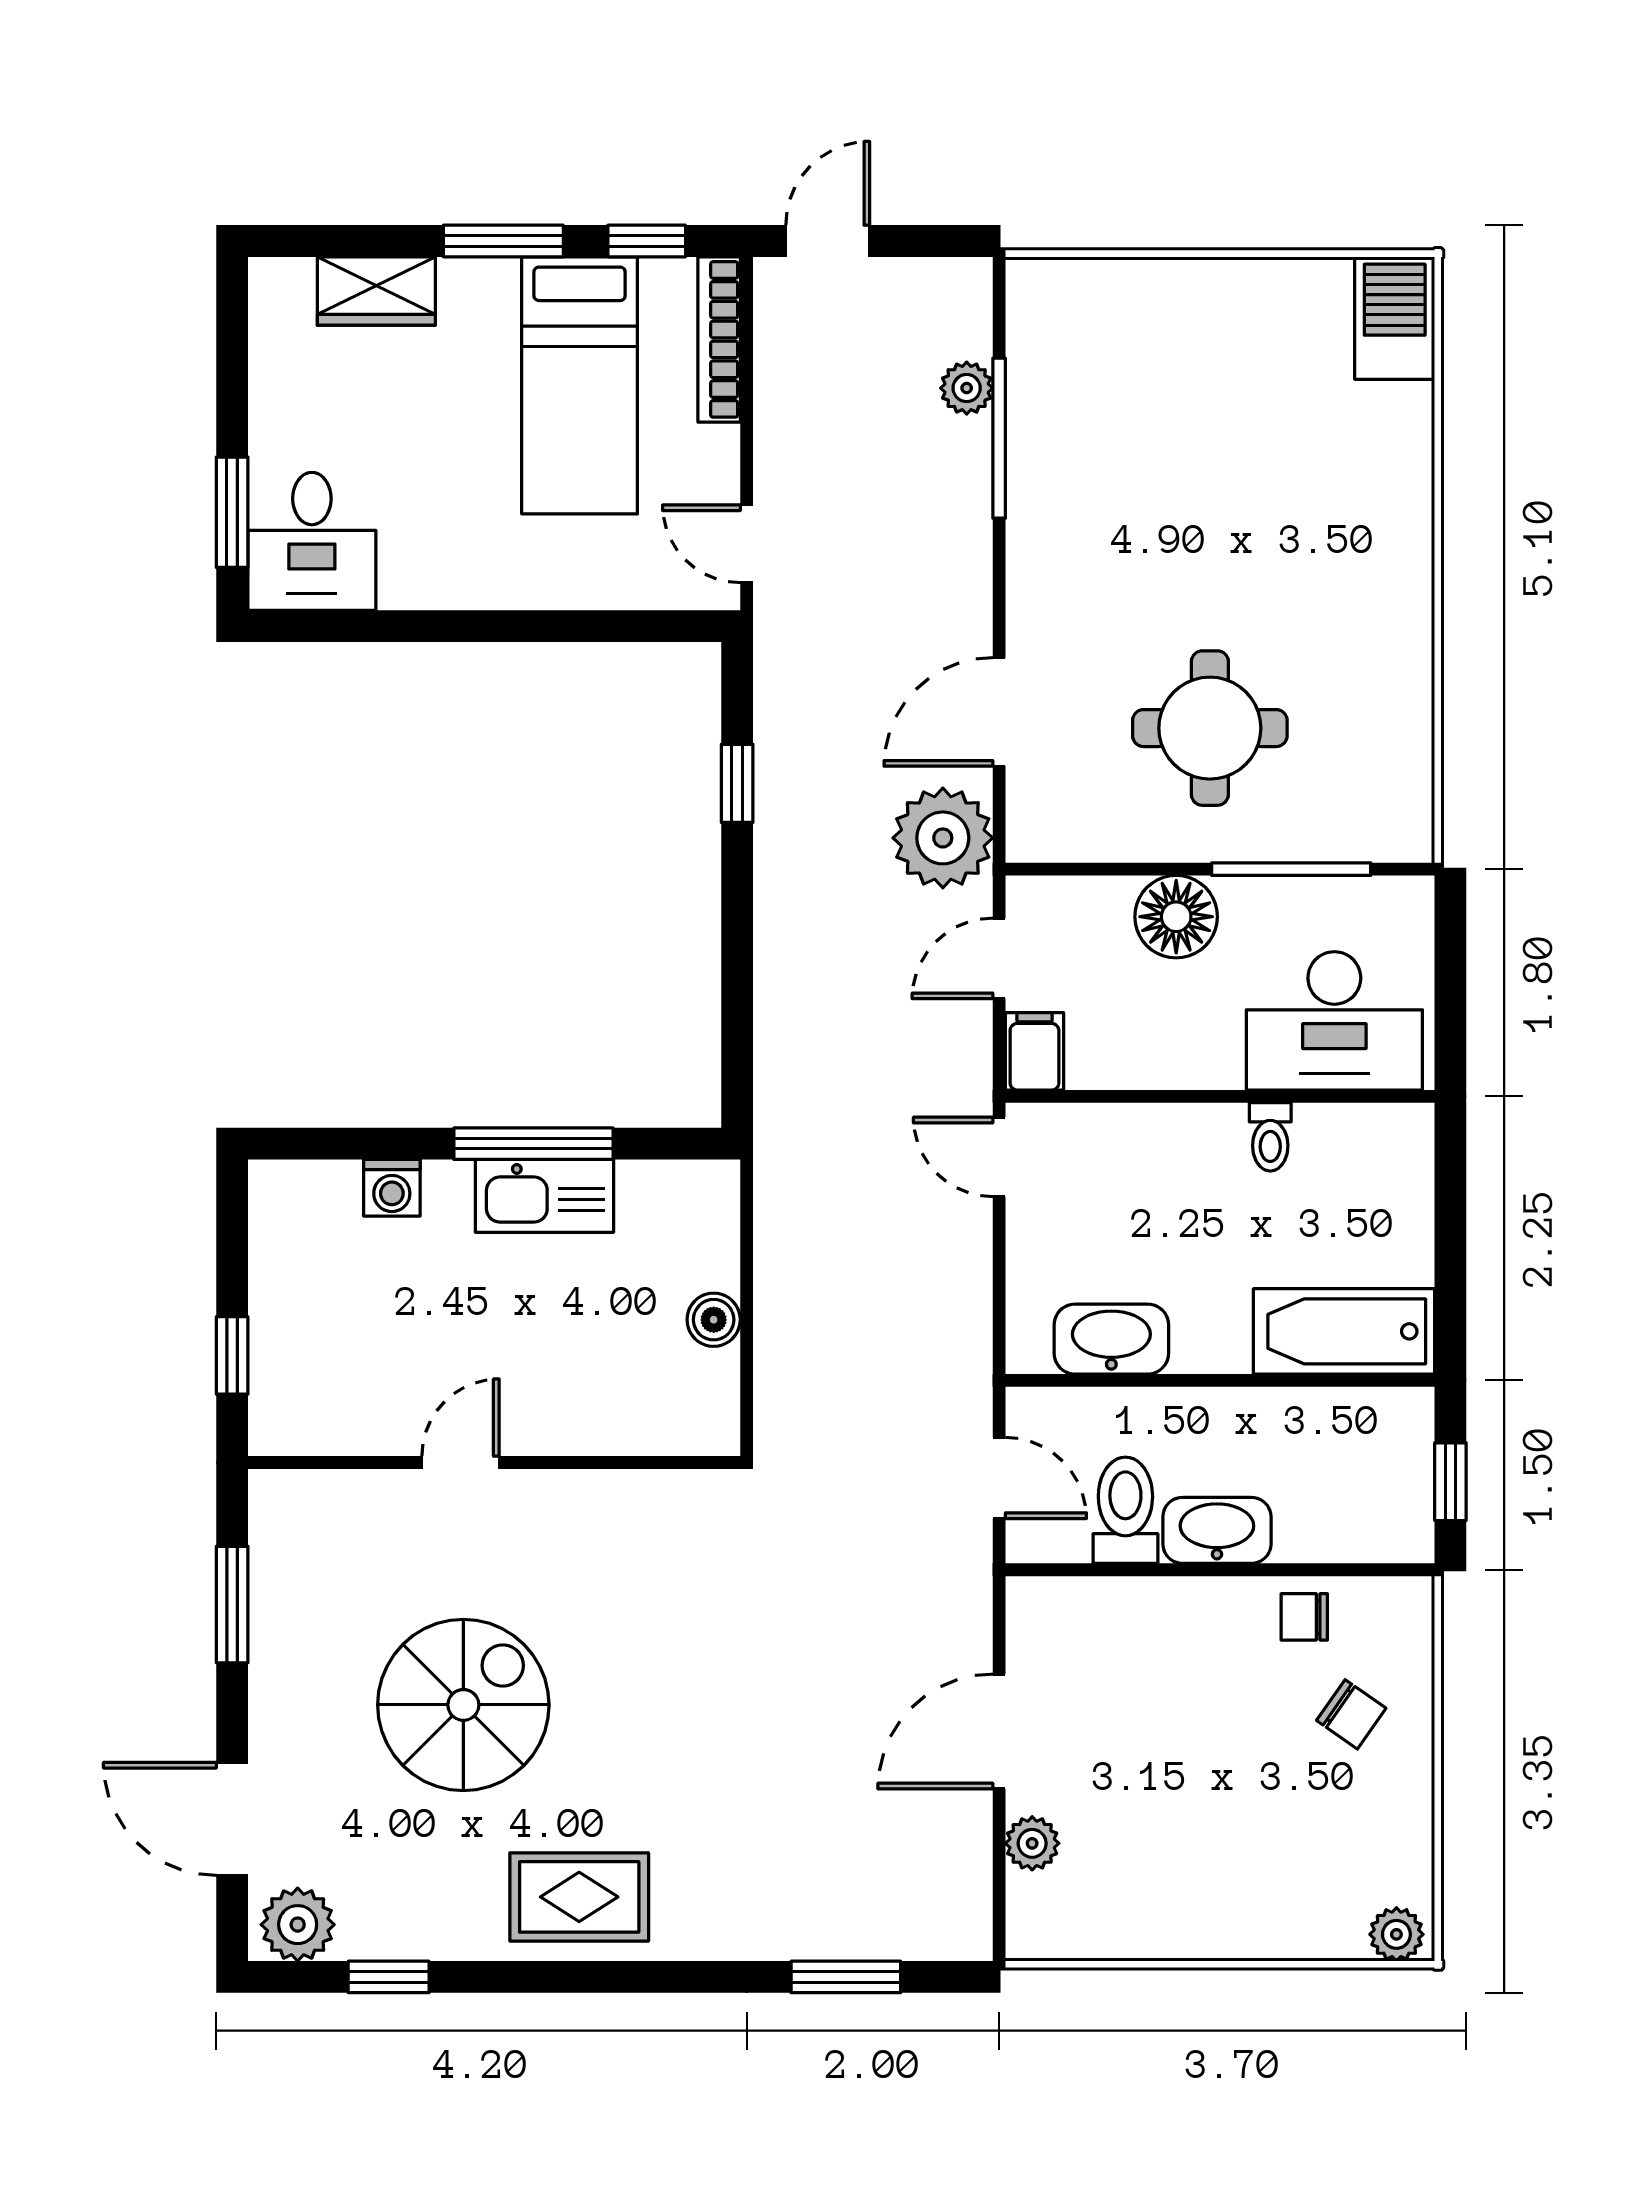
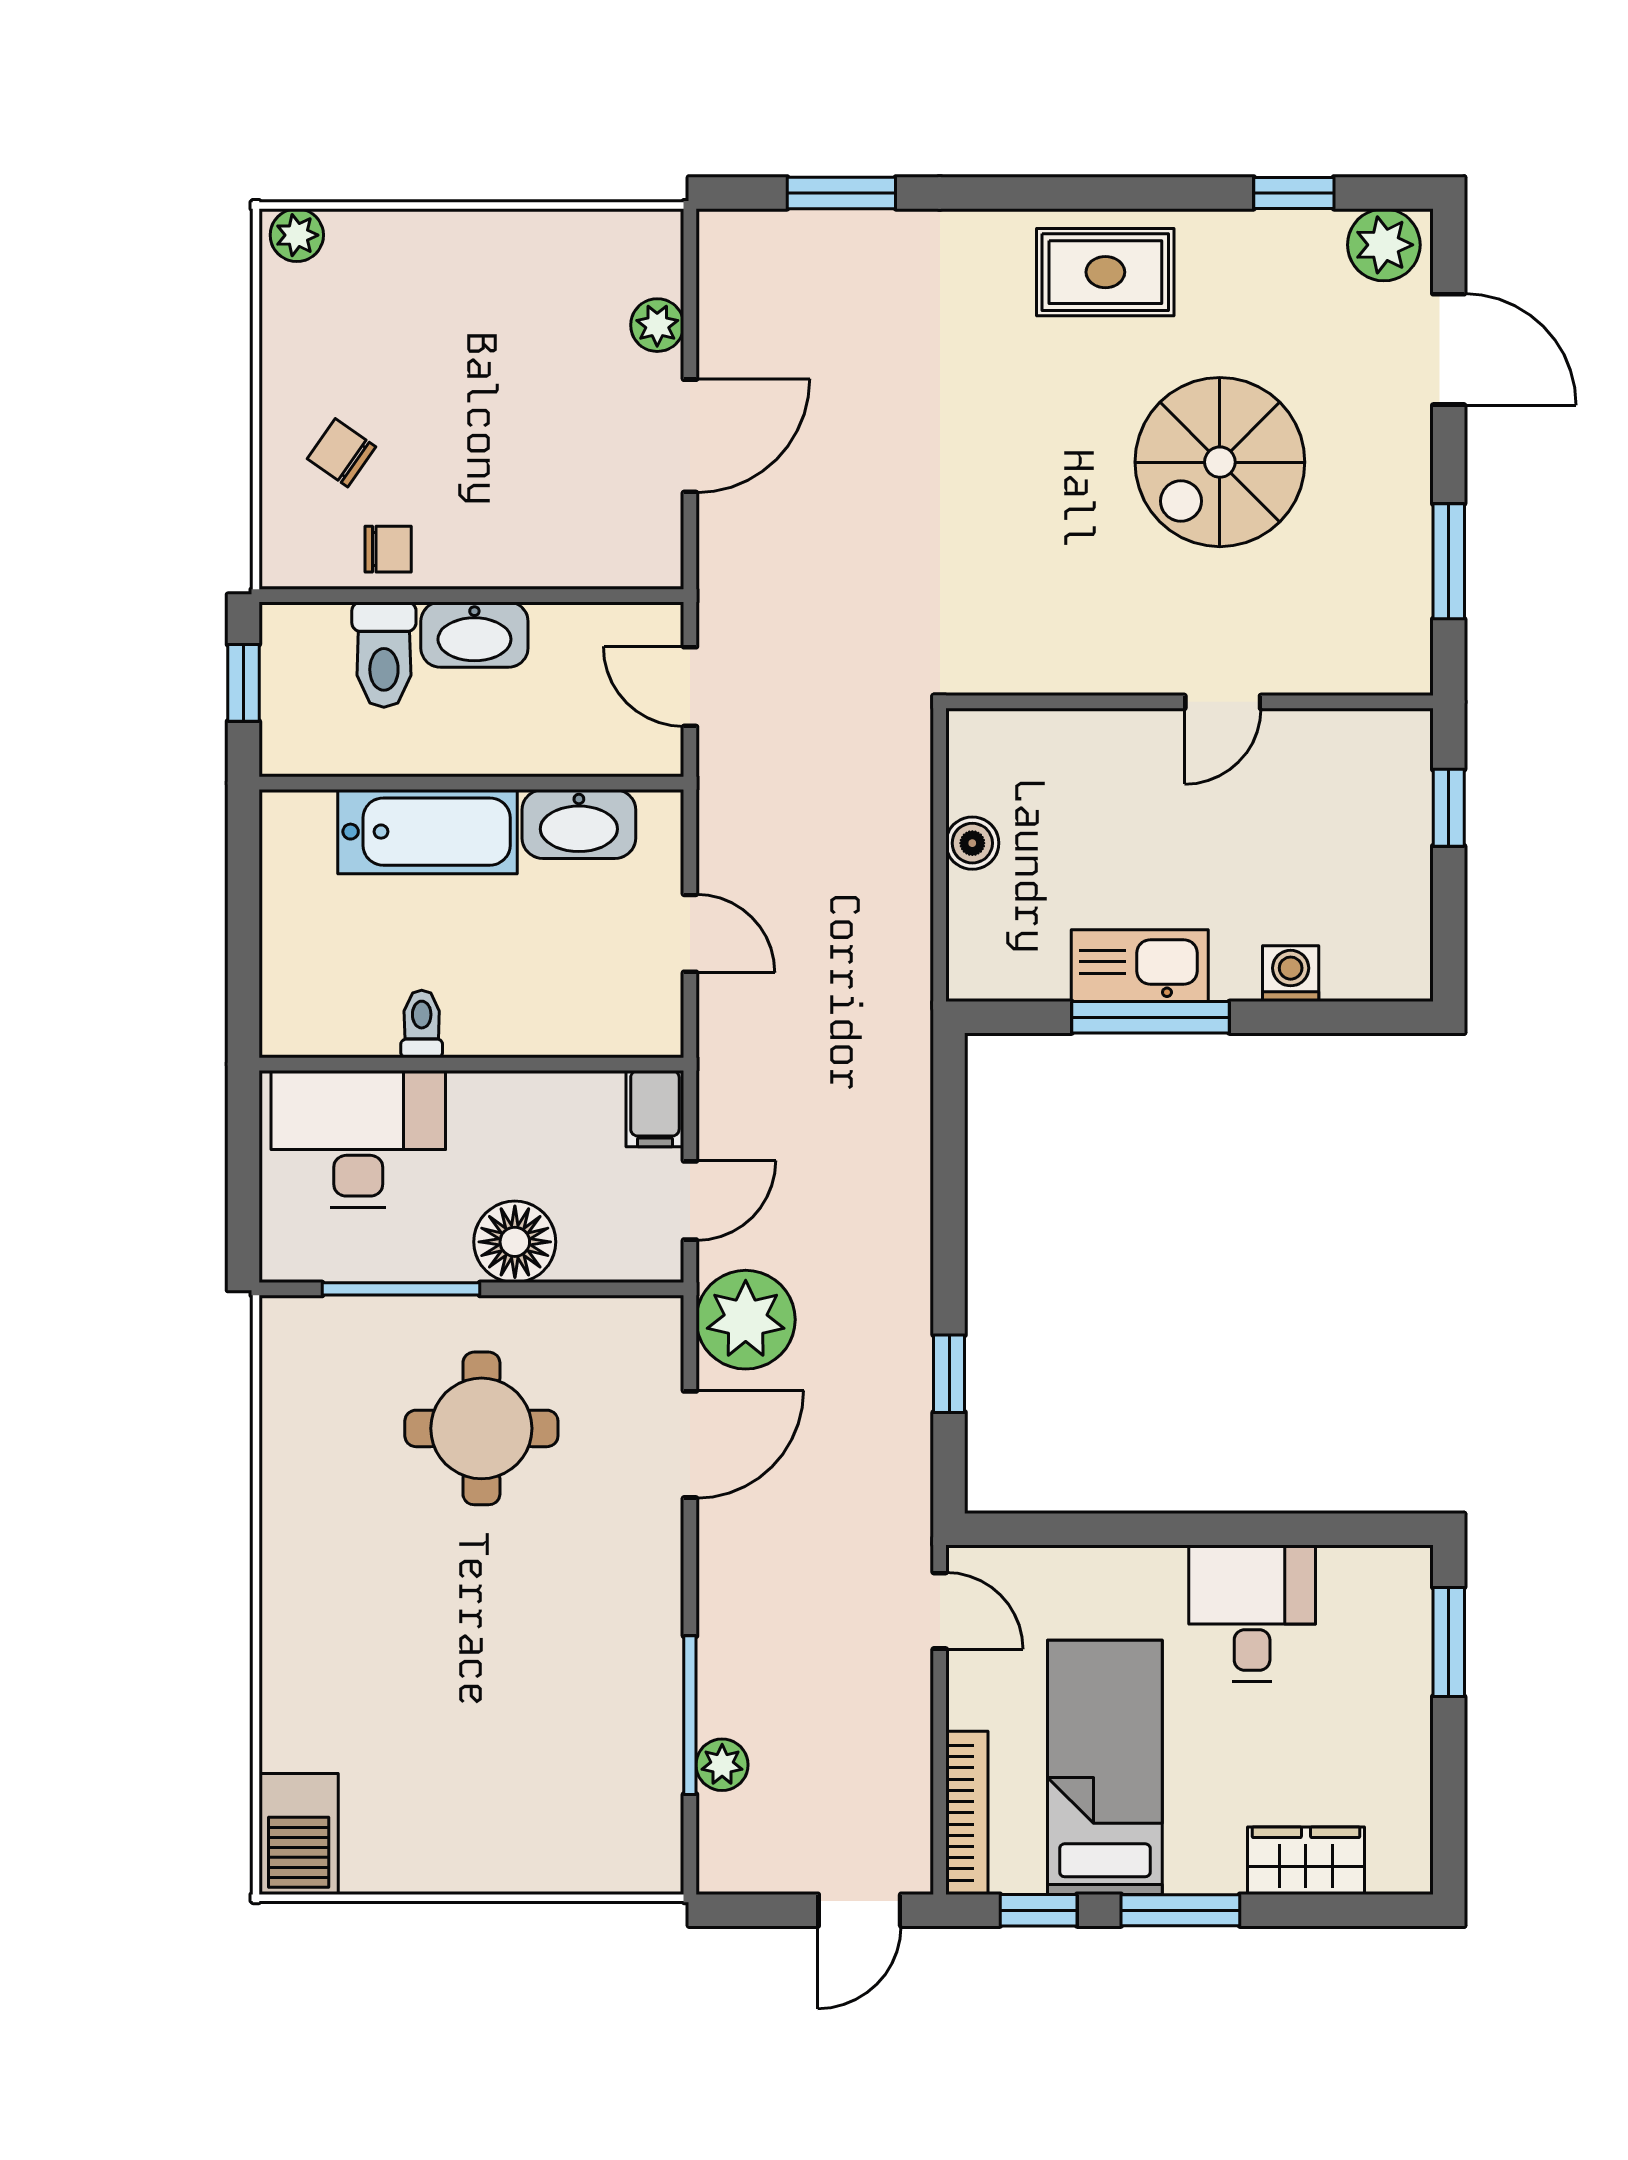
desk: (312, 541) -> (1252, 1613), moved
door: (999, 1157) -> (690, 933), moved
bathtub: (1344, 1331) -> (428, 832), moved
toilet: (1125, 1510) -> (384, 655), moved

